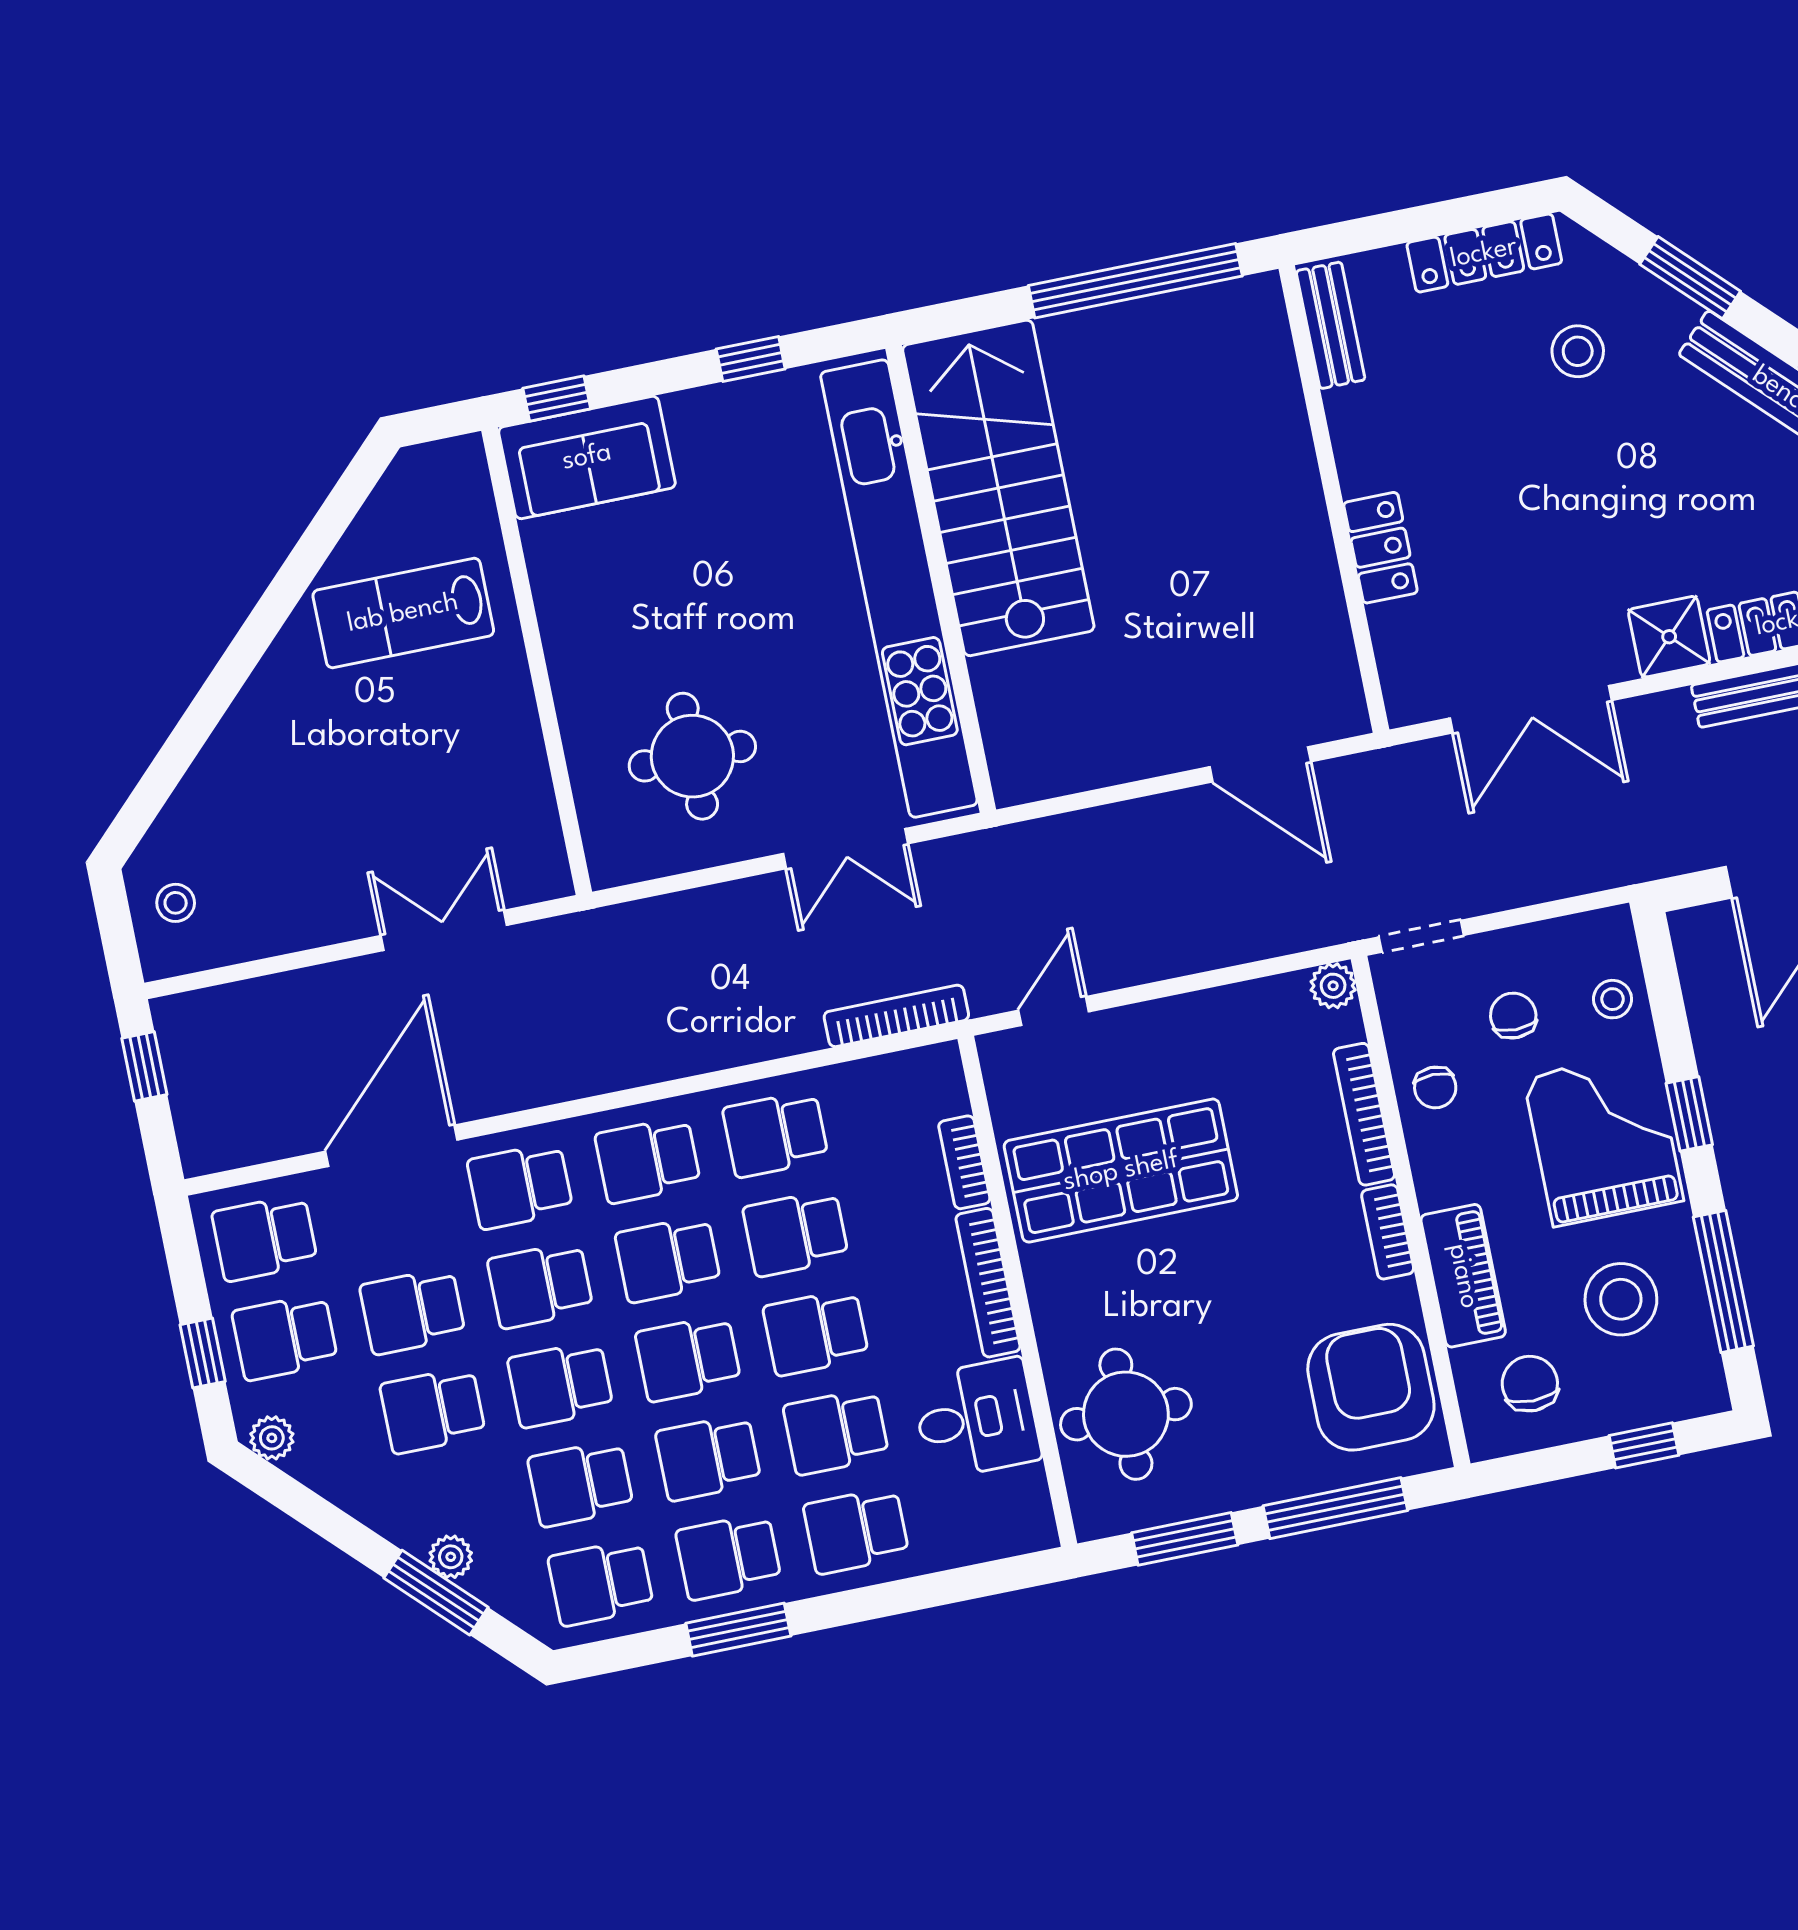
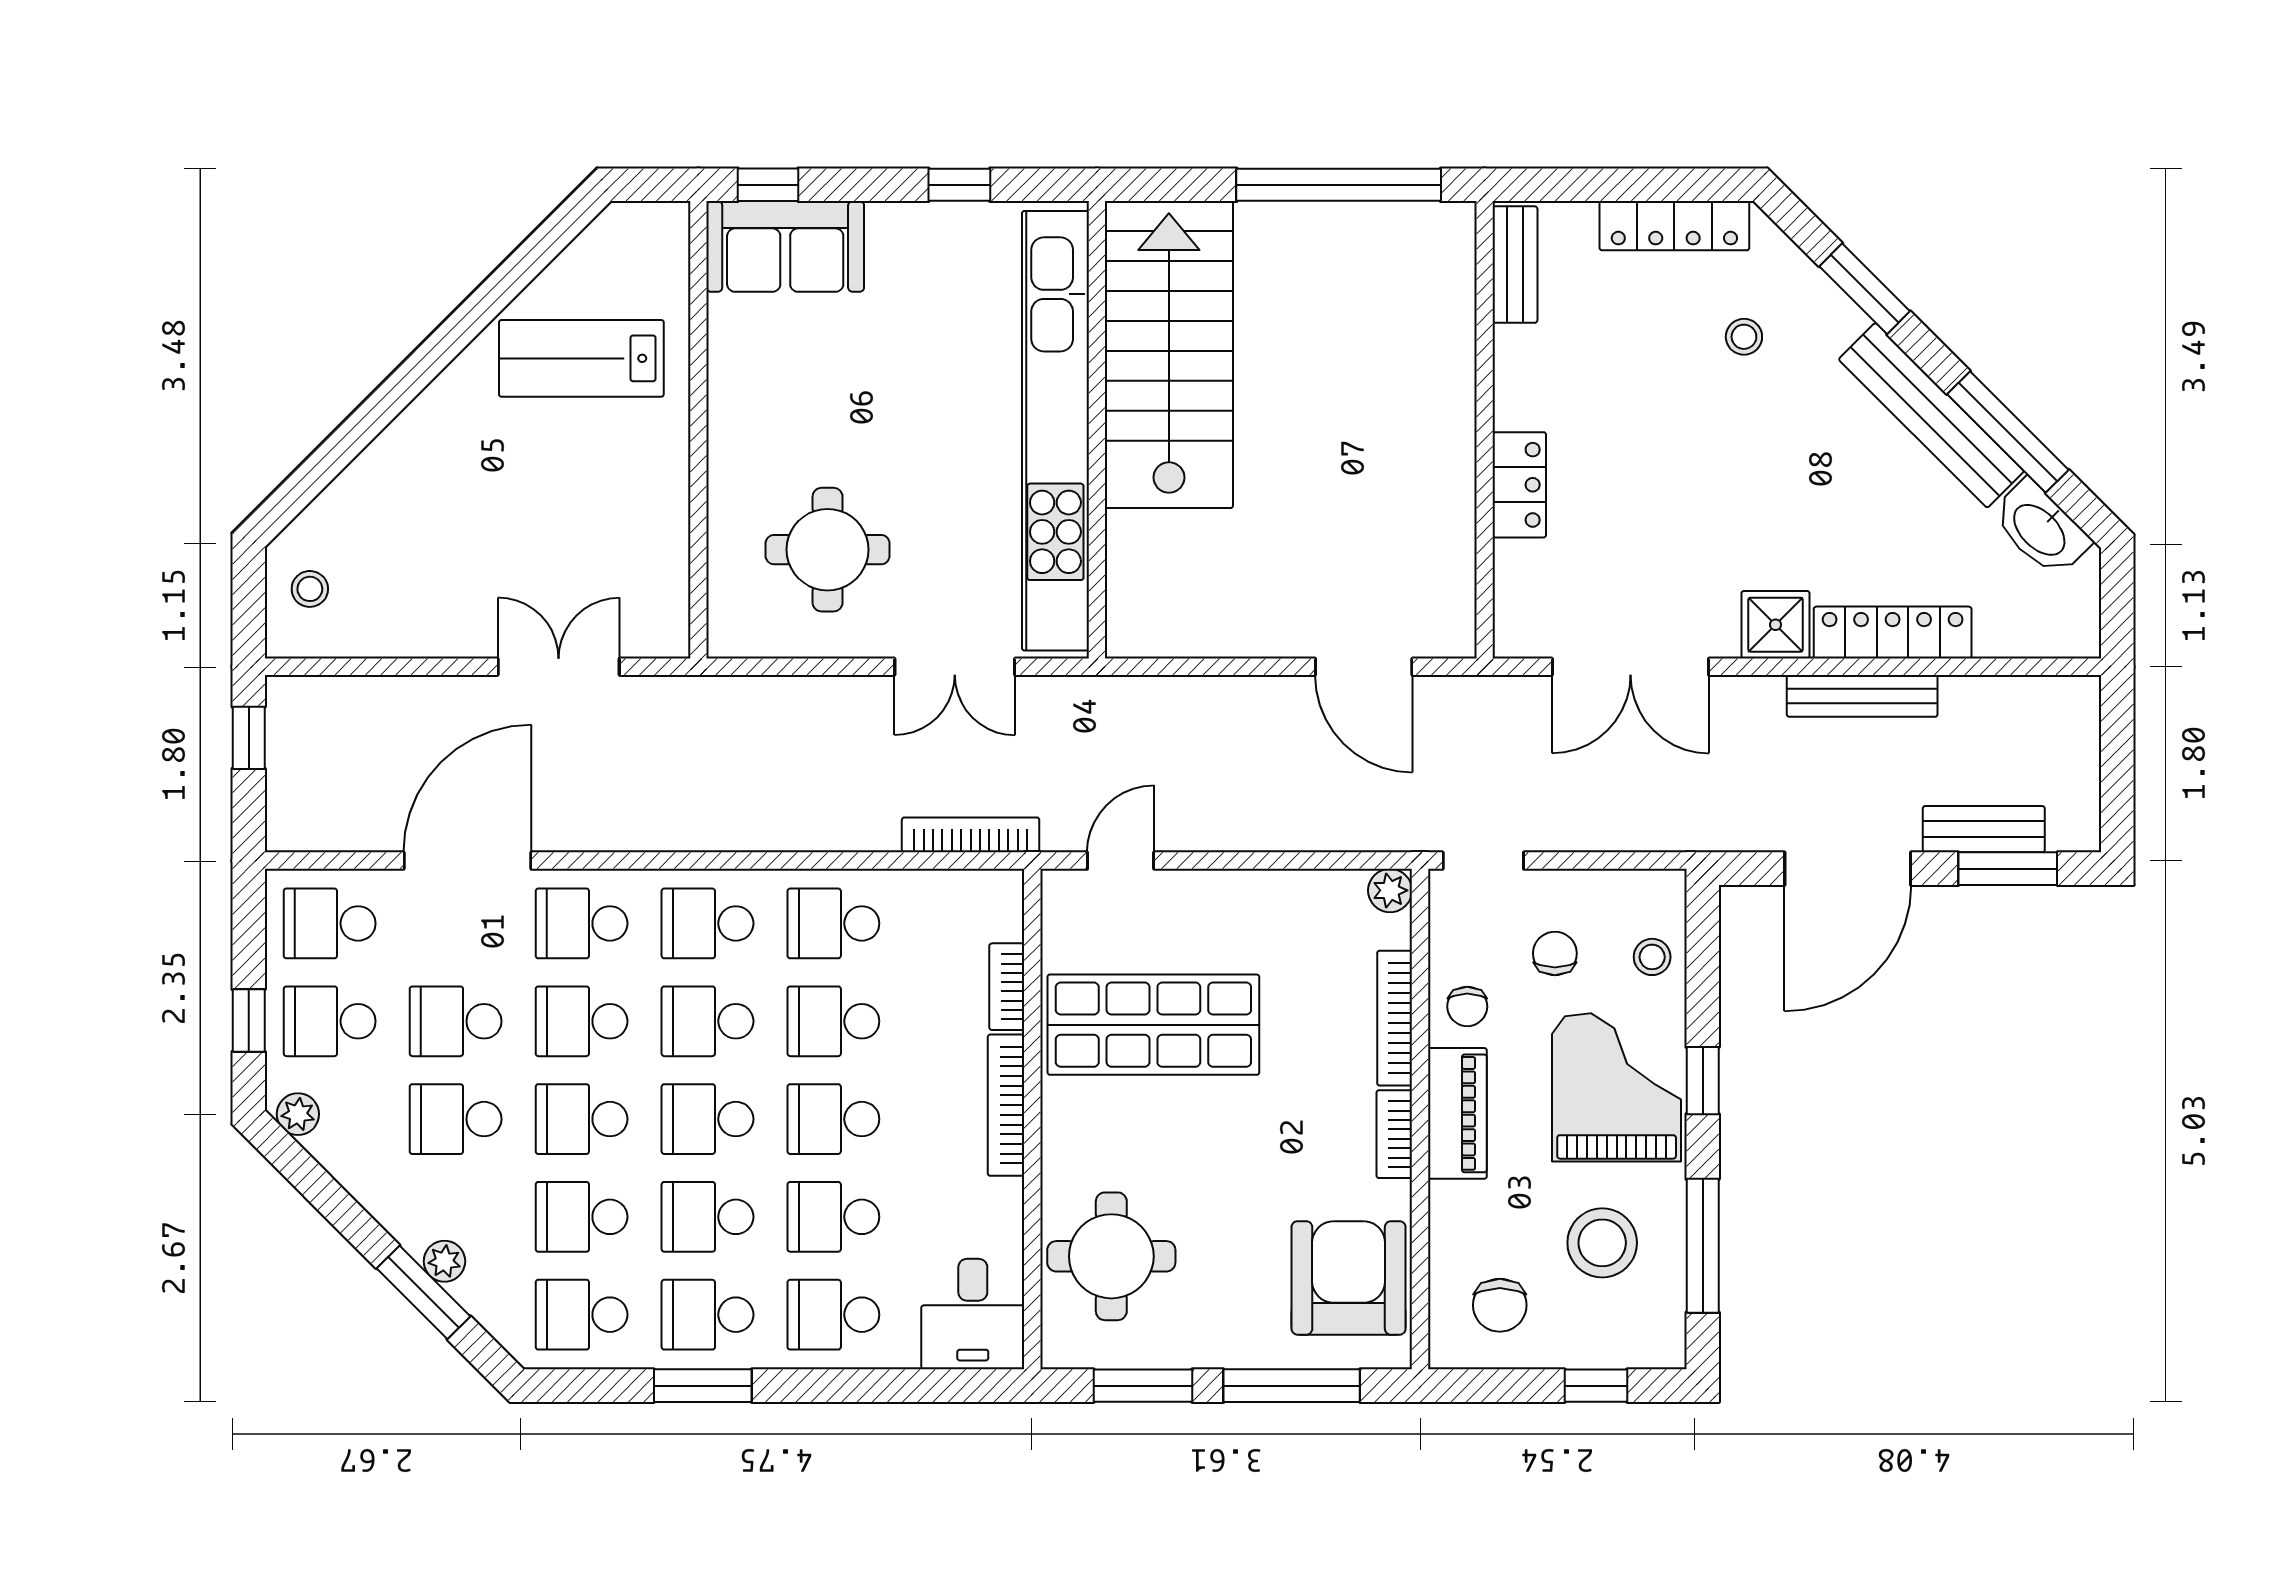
stool: (1578, 351) -> (1744, 337), width x0.73, depth x0.73
piano: (1463, 1276) -> (1457, 1113), moved
chair: (1530, 1384) -> (1500, 1305), turned 180
desk: (976, 1419) -> (973, 1314), moved, turned 90

